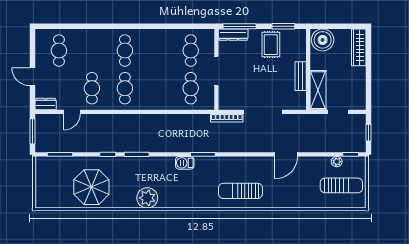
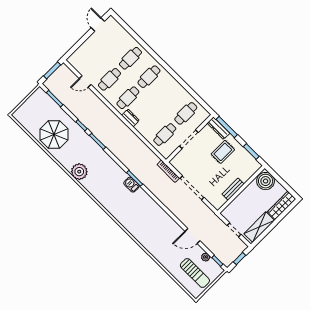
rug: (271, 45) -> (223, 152), moved
cafe table: (59, 51) -> (130, 58), moved
door: (33, 77) -> (98, 25), moved
shelving: (318, 90) -> (259, 227), moved
dresser: (46, 104) -> (130, 118), moved
door: (286, 154) -> (193, 236), moved
barbecue: (185, 163) -> (131, 185), moved
sun lounger: (241, 191) -> (135, 220), removed

